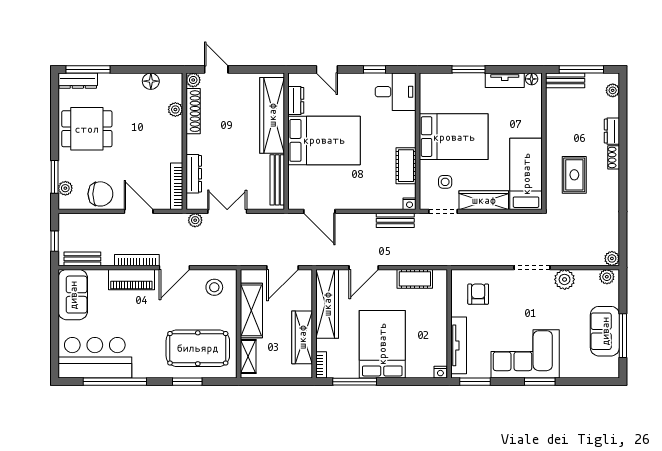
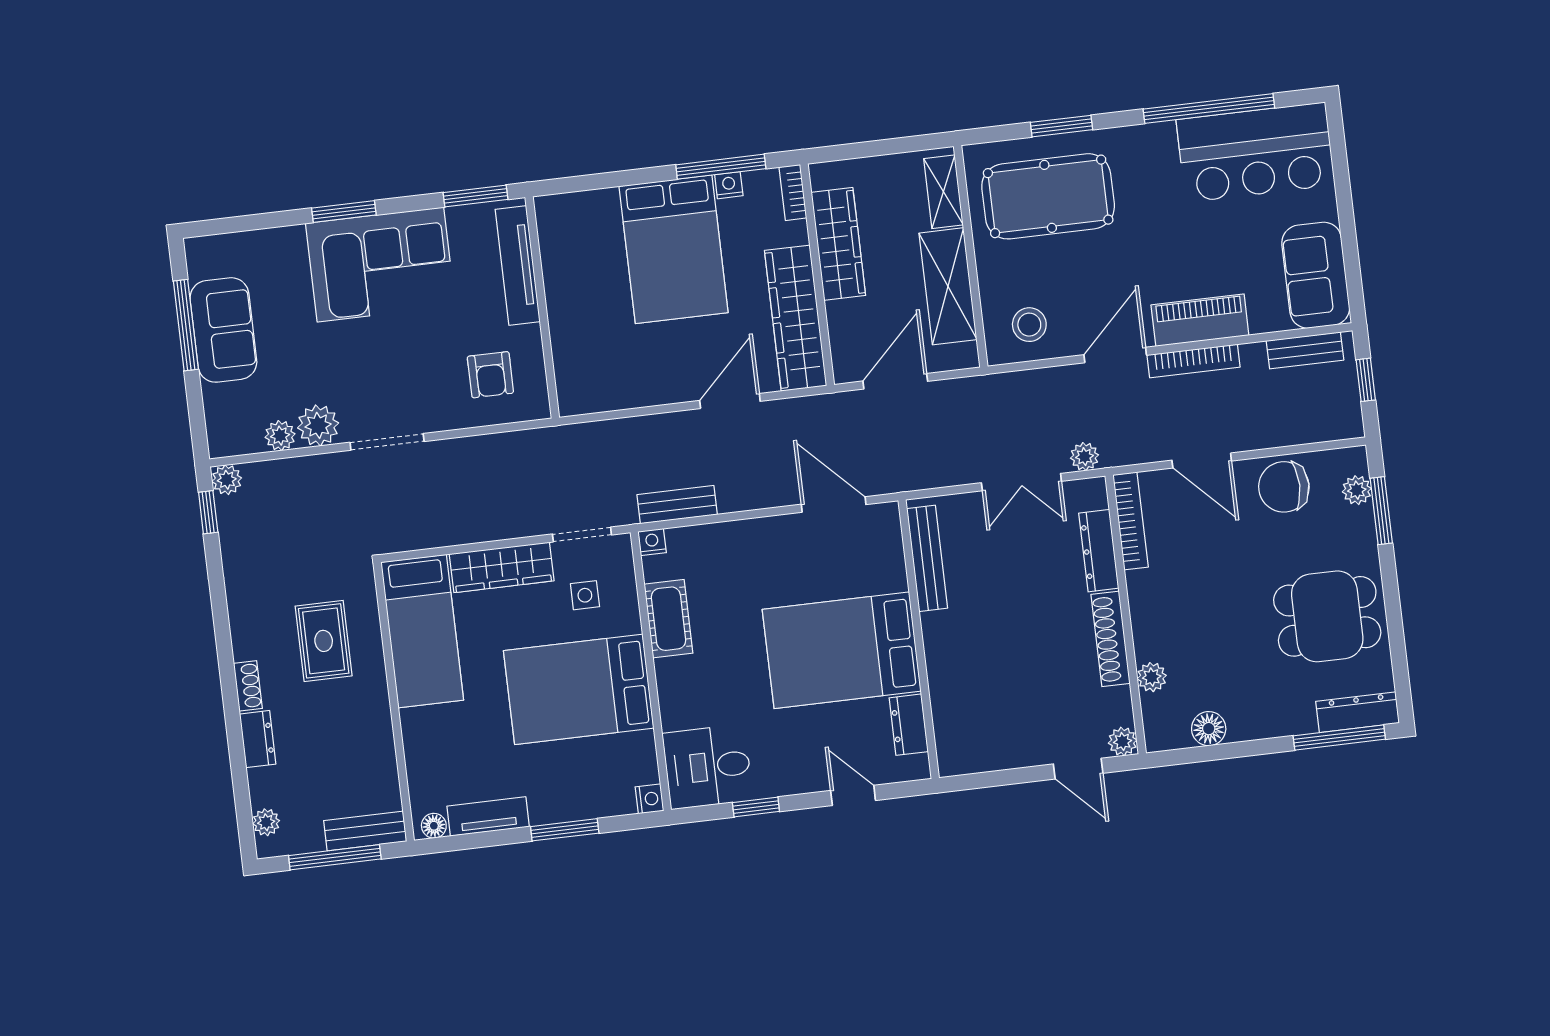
nightstand: (426, 80) -> (649, 799), added
shoe rack: (193, 111) -> (1111, 639), moved
wardrobe: (272, 115) -> (953, 689), removed
window: (623, 244) -> (208, 512), added
plant: (607, 277) -> (280, 436), moved
cot: (415, 279) -> (623, 390), removed
nightstand: (440, 372) -> (729, 185), moved

